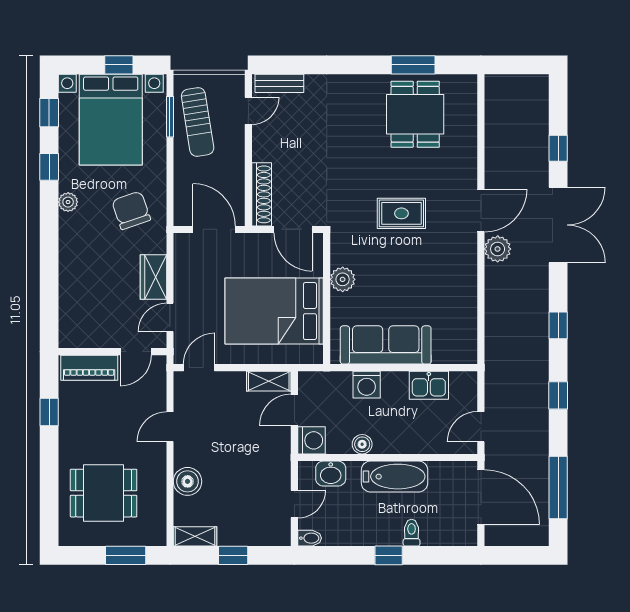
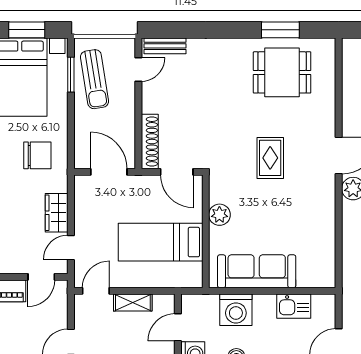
window: (119, 65) -> (27, 30), width x1.50
dining table: (415, 114) -> (282, 72), turned 90
chair: (131, 210) -> (37, 155), turned 109
rug: (401, 213) -> (270, 158), turned 90
bed: (274, 311) -> (161, 242), width x0.67
shelving: (269, 381) -> (133, 302), moved
washing machine: (367, 385) -> (236, 310), width x1.37, depth x1.37

